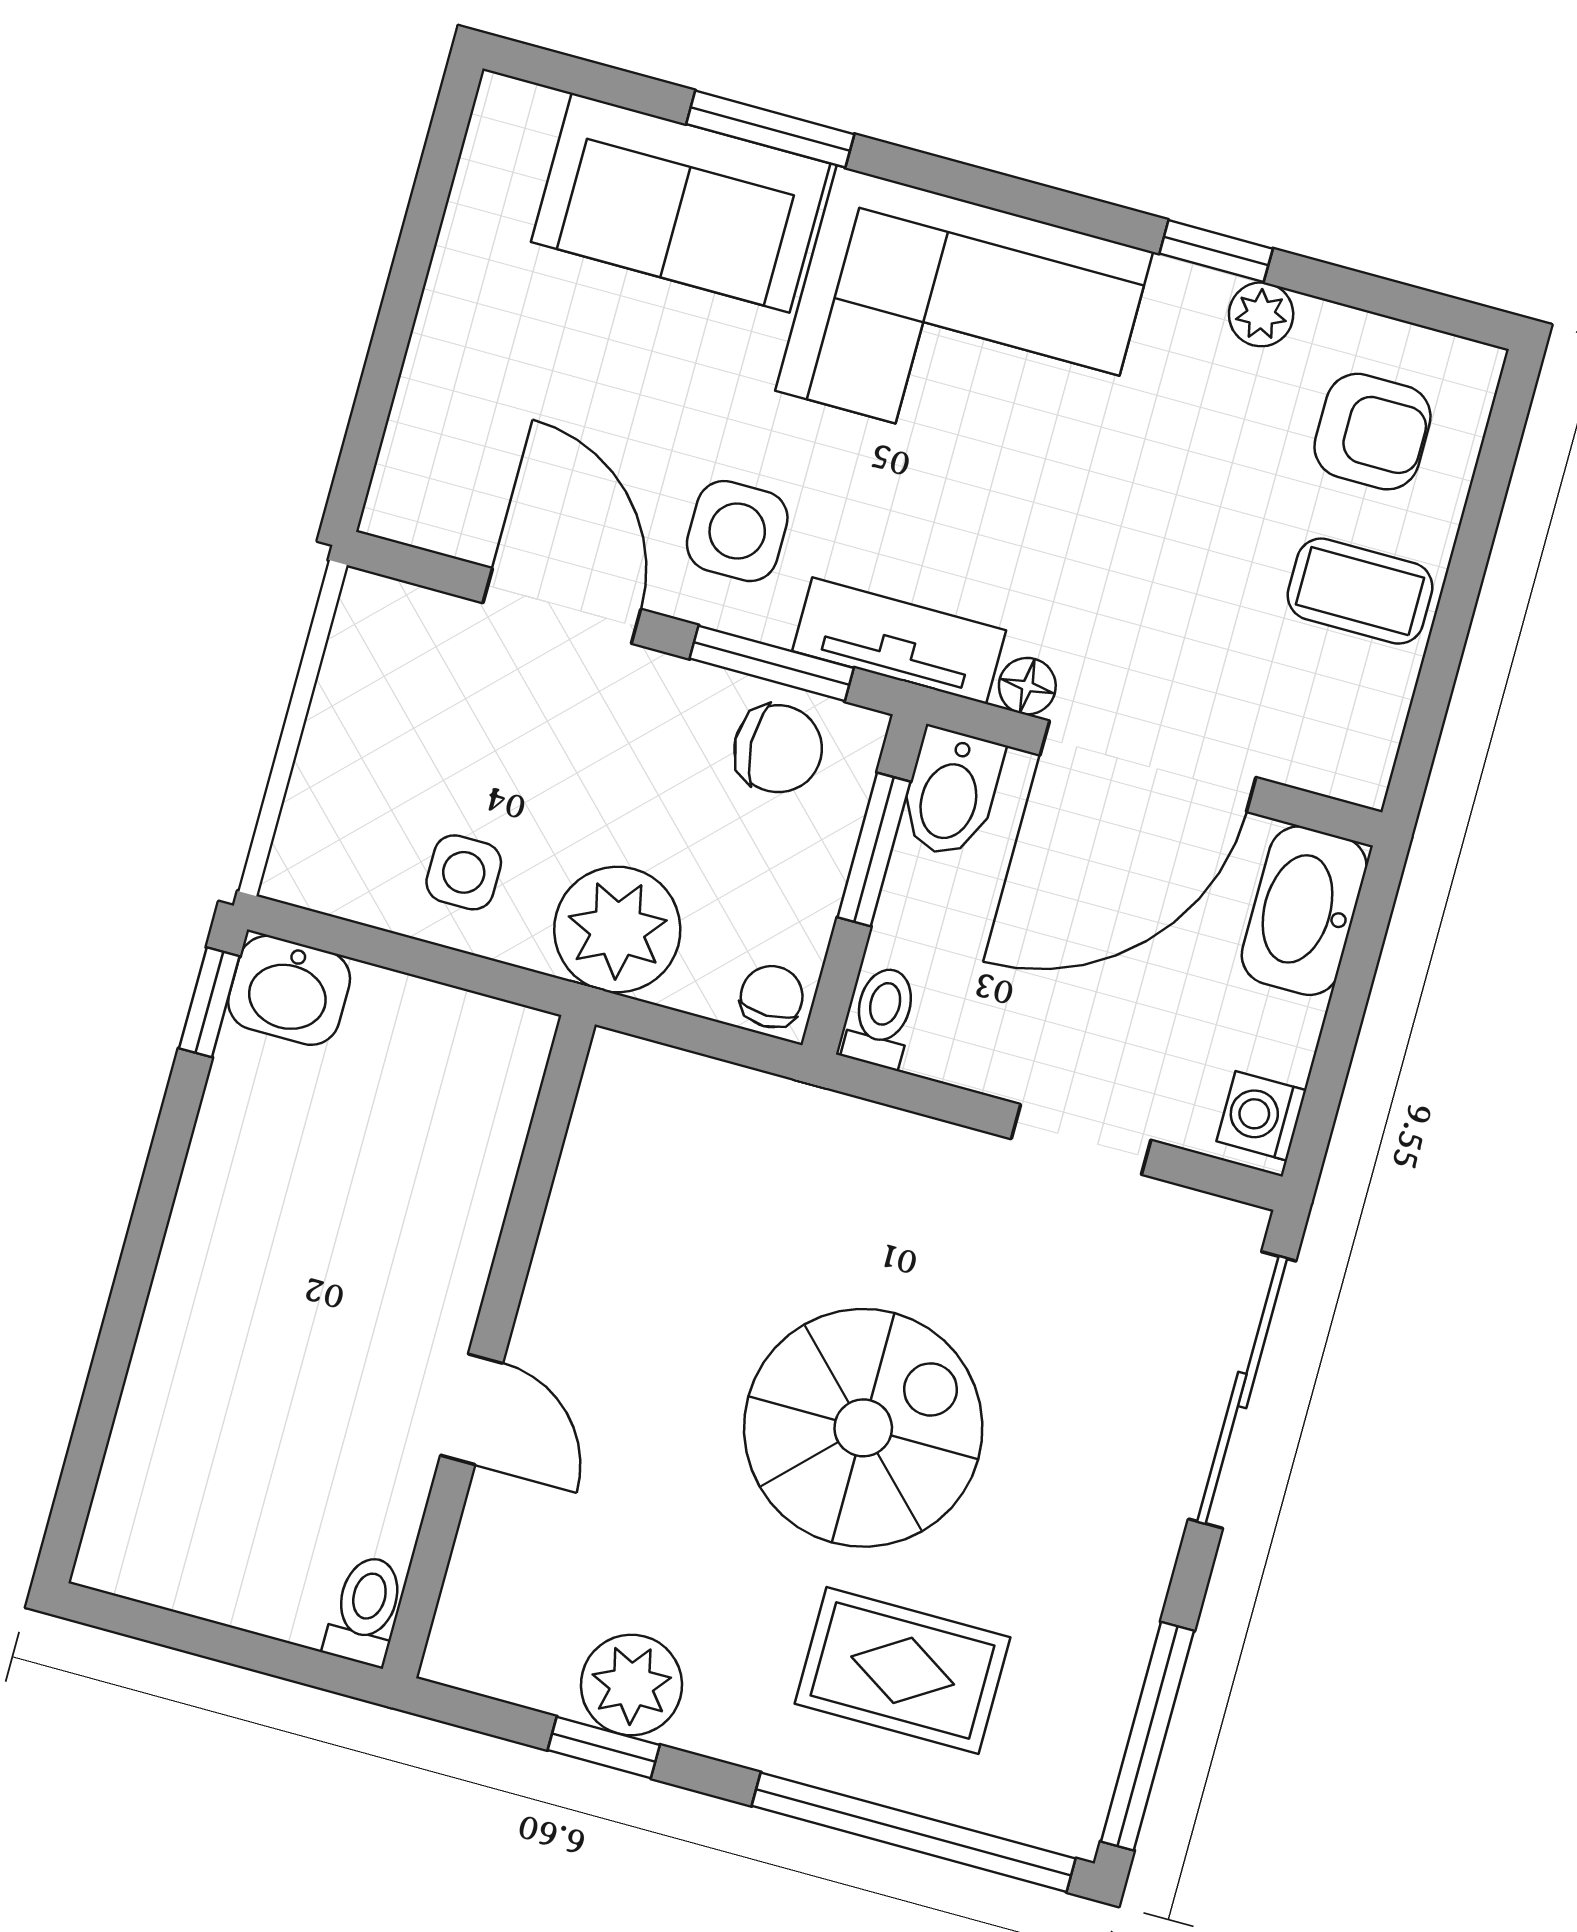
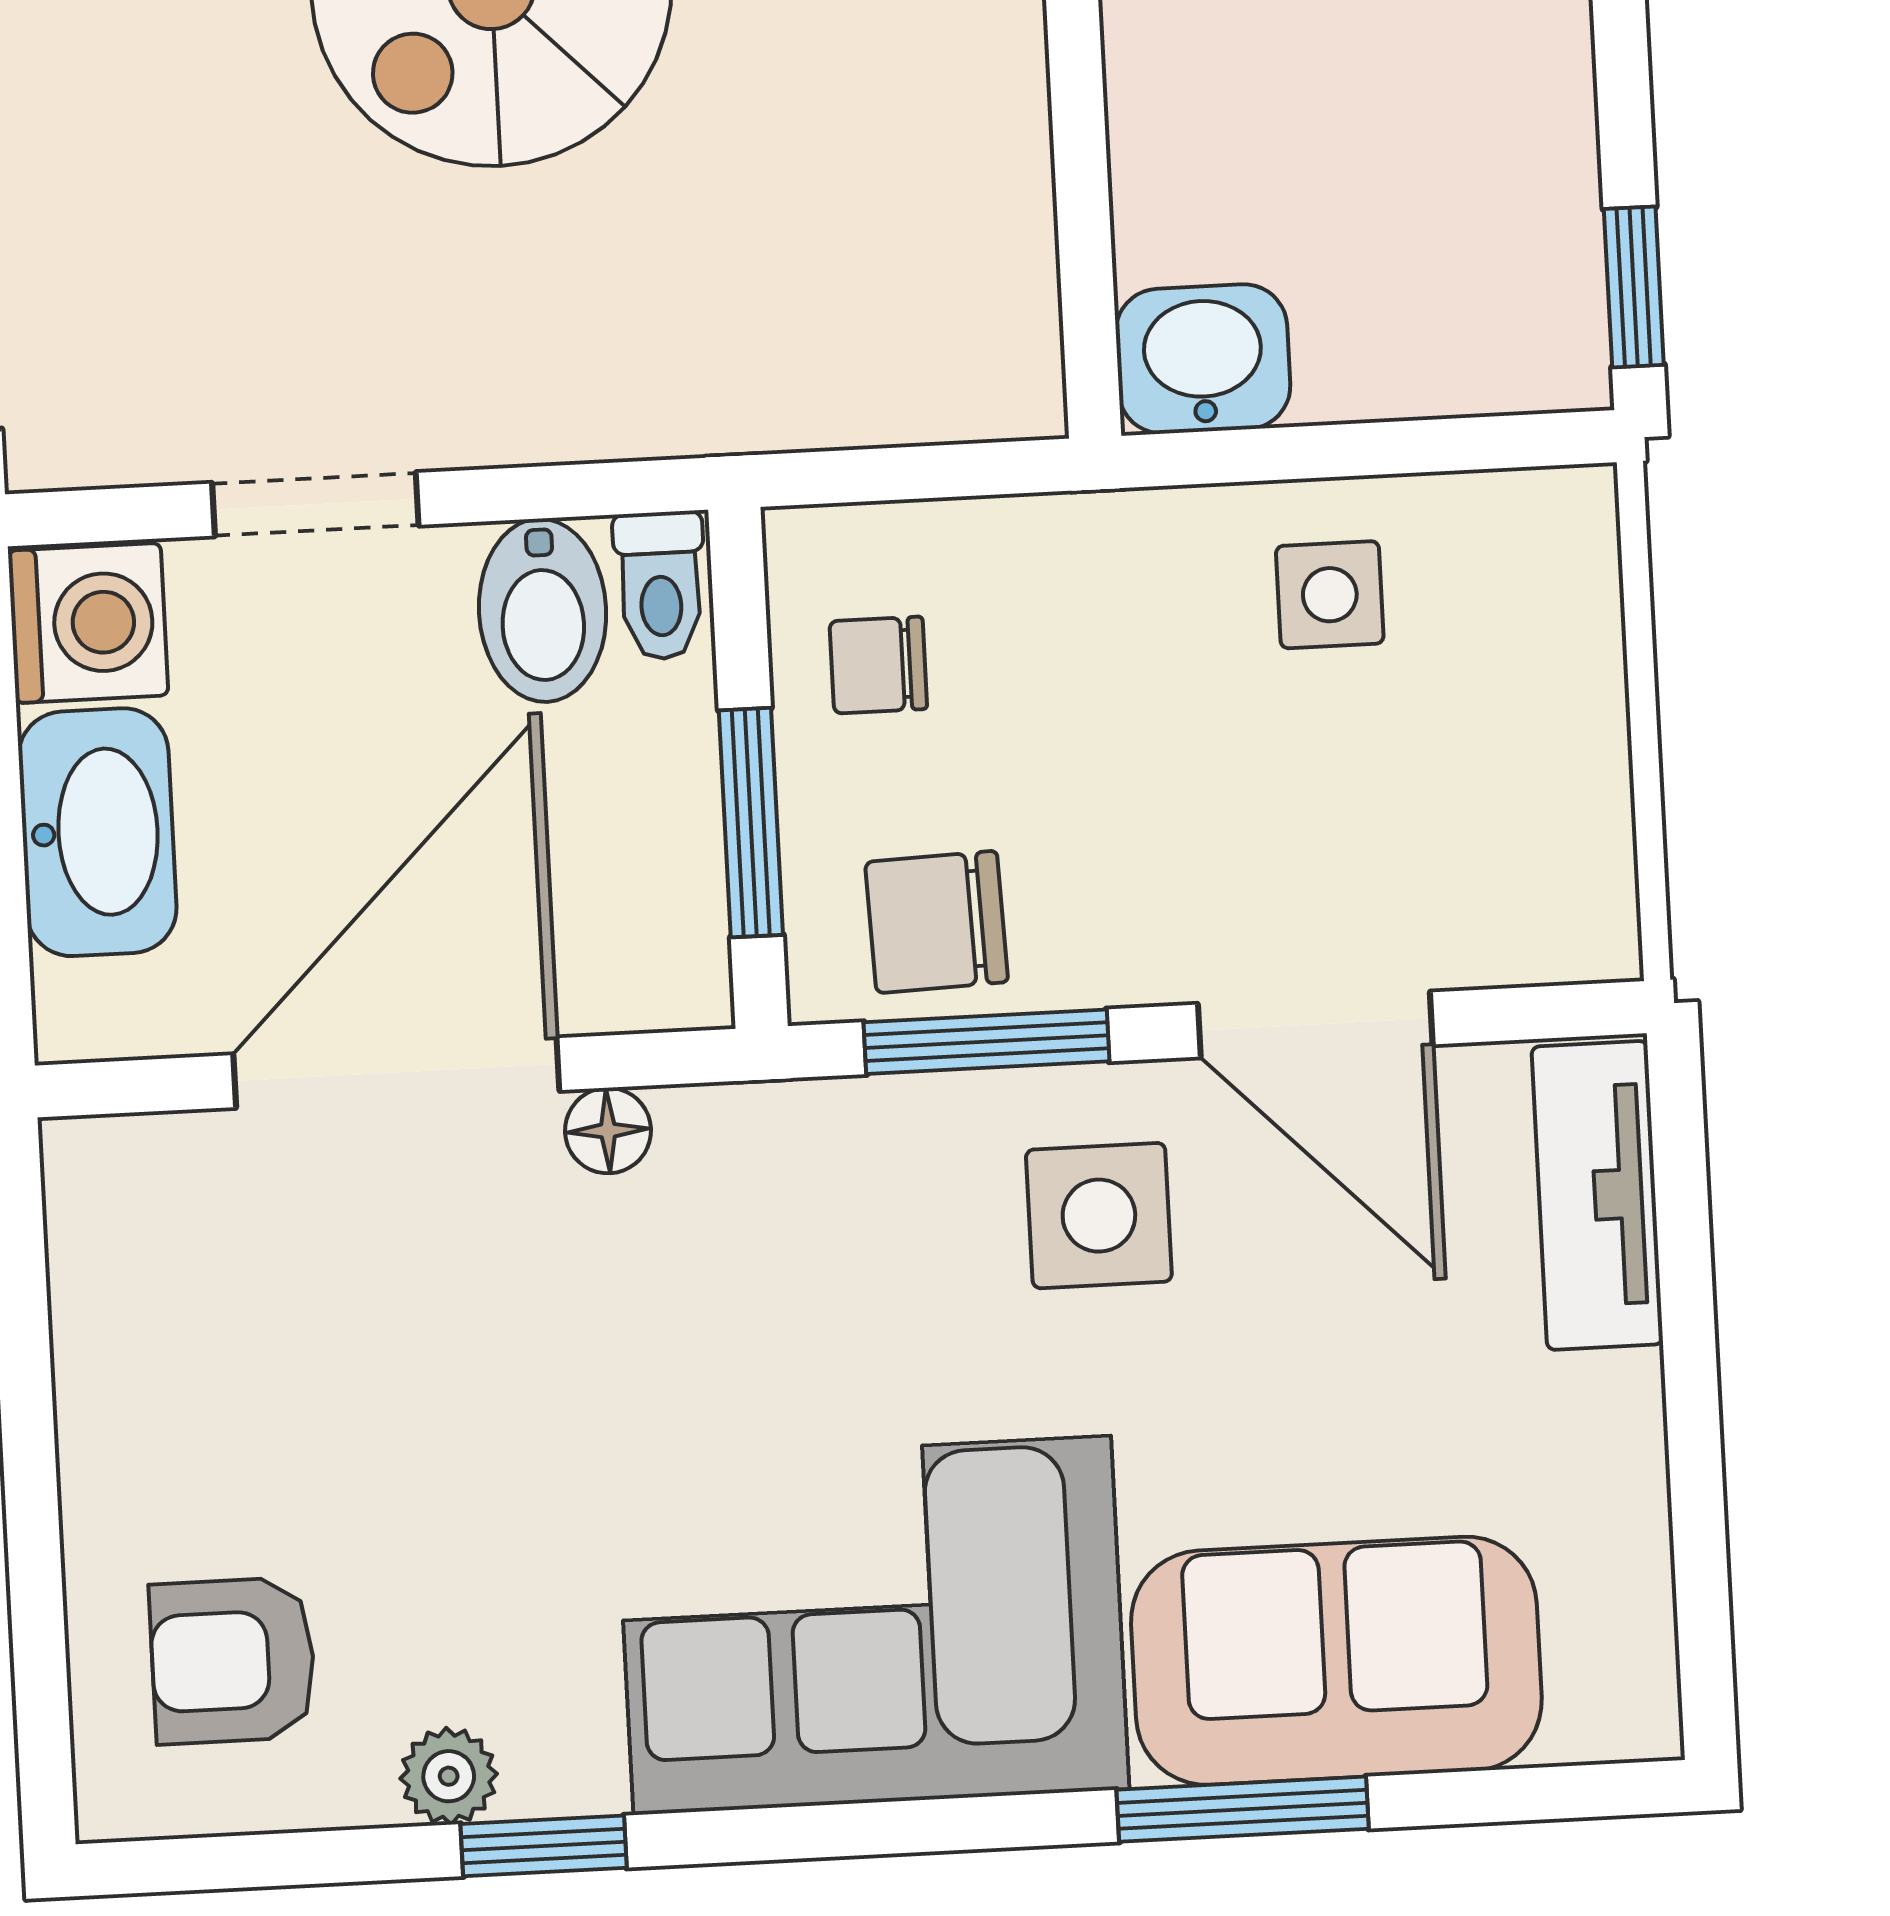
coffee table: (1360, 591) -> (175, 1425), removed
tv unit: (899, 641) -> (1597, 1195), moved, turned 90
bidet: (951, 793) -> (543, 610), moved, turned 180
washbasin: (1304, 911) -> (98, 832), moved
plant: (617, 930) -> (1082, 586), removed
washbasin: (289, 990) -> (1203, 359), moved
chair: (772, 997) -> (878, 665), moved, turned 90
washing machine: (1261, 1116) -> (88, 623), width x1.38, depth x1.38

